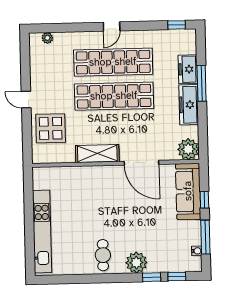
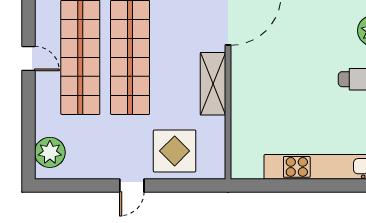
plant: (47, 38) -> (50, 152), width x1.88, depth x1.88

